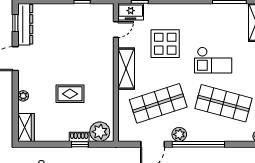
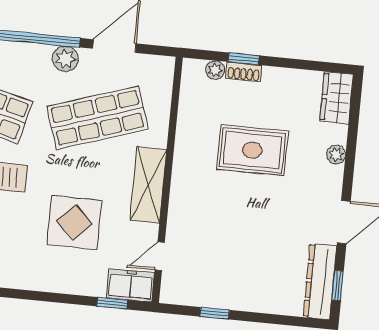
rug: (70, 94) -> (252, 150), width x1.36, depth x1.43
plant: (100, 132) -> (215, 70), width x0.53, depth x0.53

